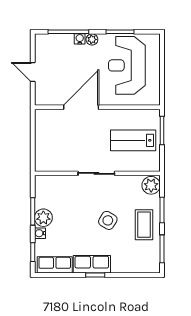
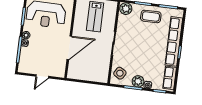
door: (81, 107) -> (69, 48), swing flipped
side table: (108, 220) -> (120, 73), moved
row of seats: (92, 264) -> (174, 41), width x2.02

